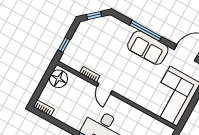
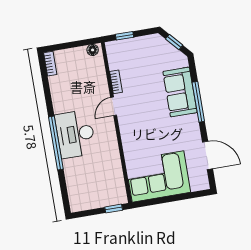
sofa: (148, 48) -> (180, 92), moved
floor lamp: (58, 79) -> (93, 50), width x0.53, depth x0.53

